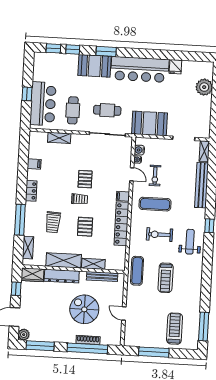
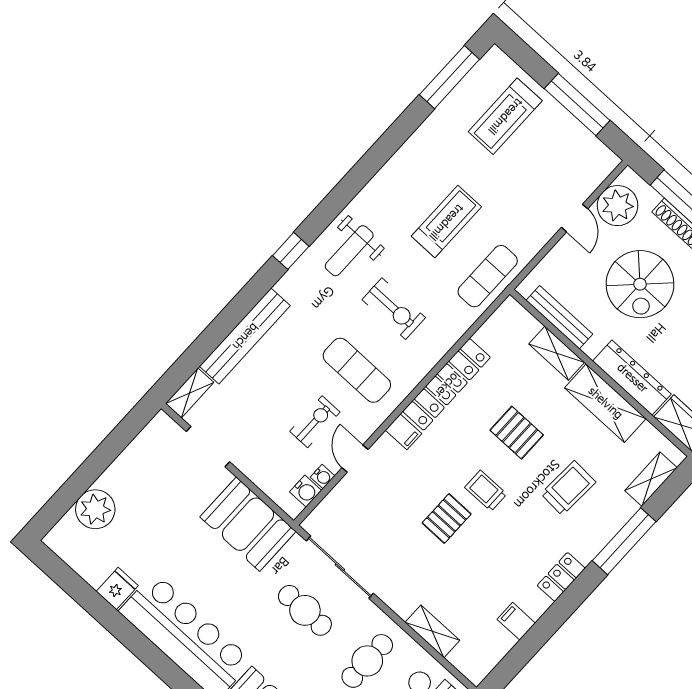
pallet: (85, 227) -> (517, 433), turned 90
plant: (113, 329) -> (618, 206), added

